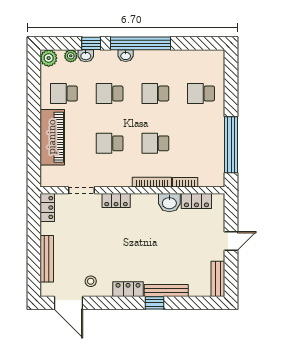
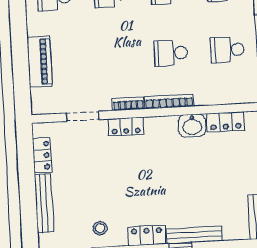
piano: (52, 137) -> (40, 62), width x0.73, depth x0.75
school desk: (110, 143) -> (227, 50), moved
bookcase: (185, 182) -> (128, 104), moved
locker: (47, 208) -> (42, 155), moved

